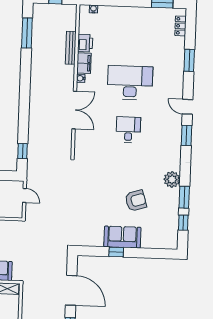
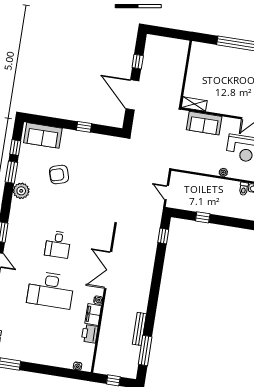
bench: (71, 48) -> (139, 329), moved
sofa: (122, 237) -> (43, 135), moved

